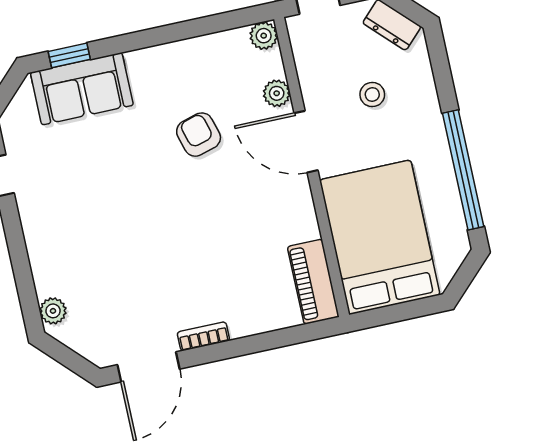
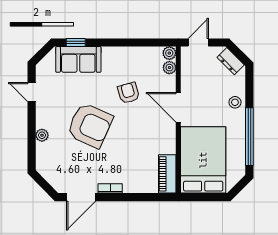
plant: (277, 93) -> (169, 68), moved
stool: (372, 94) -> (235, 102), moved
armchair: (135, 217) -> (90, 125), added
plant: (53, 311) -> (42, 135), moved

